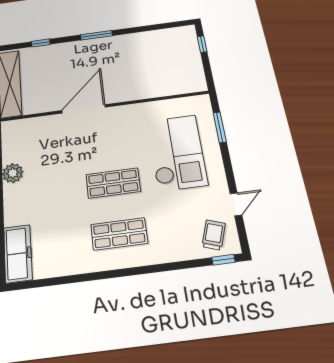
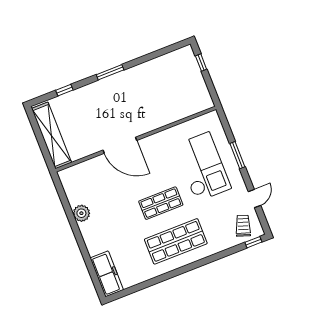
door: (84, 109) -> (120, 145), swing flipped
window: (220, 127) -> (237, 155), moved
shop shelf: (119, 234) -> (176, 241), width x1.43, depth x1.36

